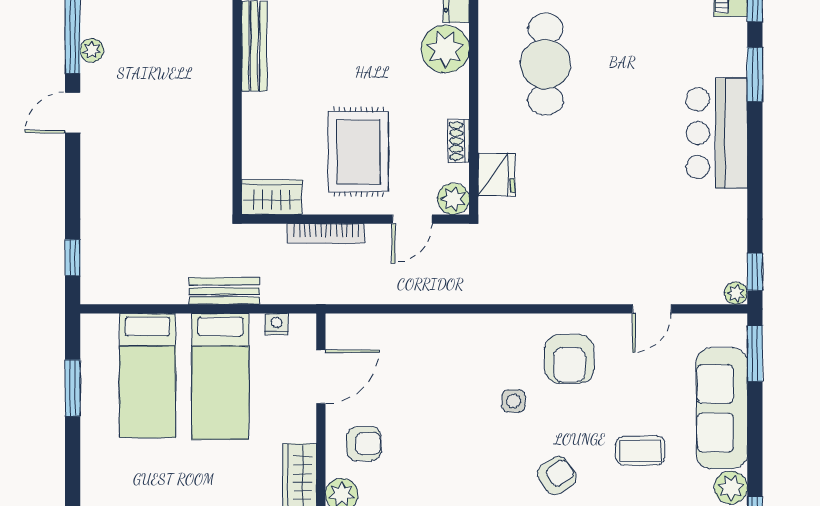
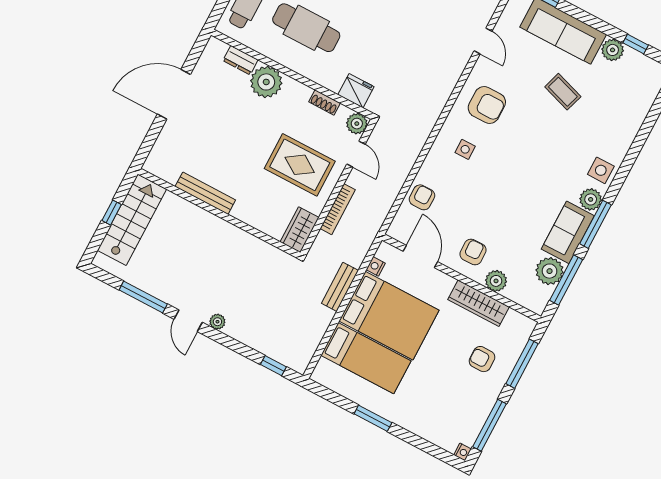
plant: (92, 50) -> (217, 322), moved
bed: (220, 376) -> (389, 316), width x1.50
window: (73, 388) -> (373, 418), moved
side table: (514, 401) -> (465, 149), moved
coffee table: (640, 451) -> (563, 92), turned -72
armchair: (557, 475) -> (422, 197), moved, turned 34

